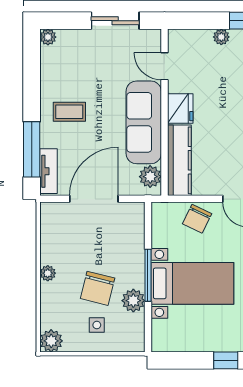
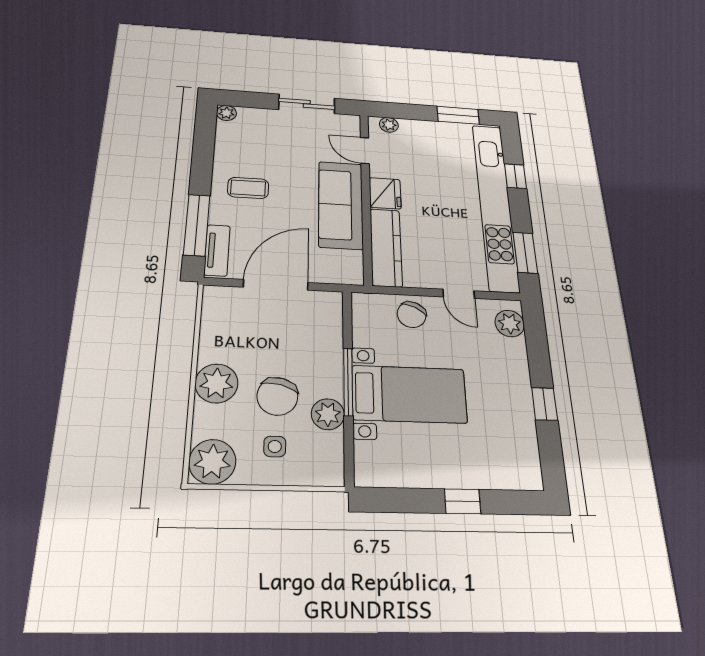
plant: (221, 37) -> (389, 125), moved
plant: (150, 177) -> (350, 263), removed
plant: (48, 273) -> (217, 383), width x1.88, depth x1.88
plant: (51, 341) -> (212, 462), width x1.36, depth x1.36

